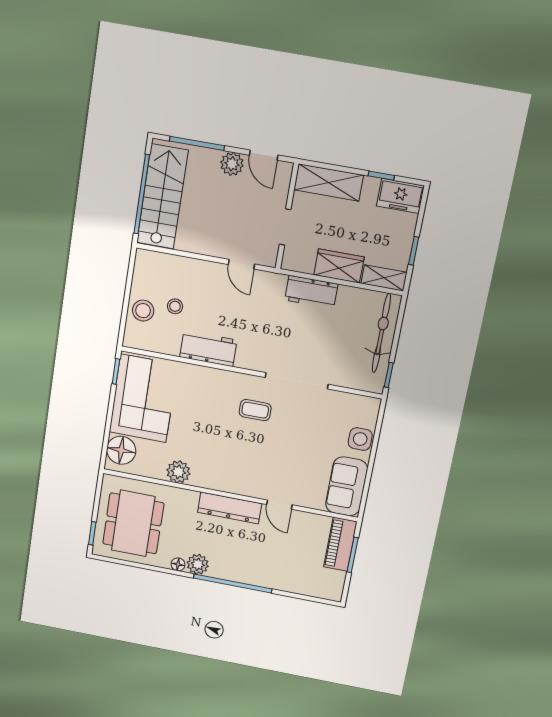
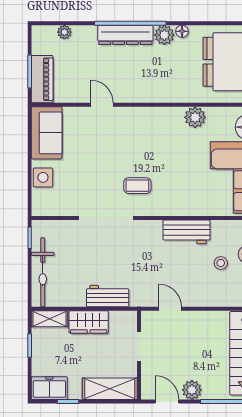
dresser: (230, 508) -> (125, 35), moved, turned 180
plant: (306, 588) -> (64, 32), added

